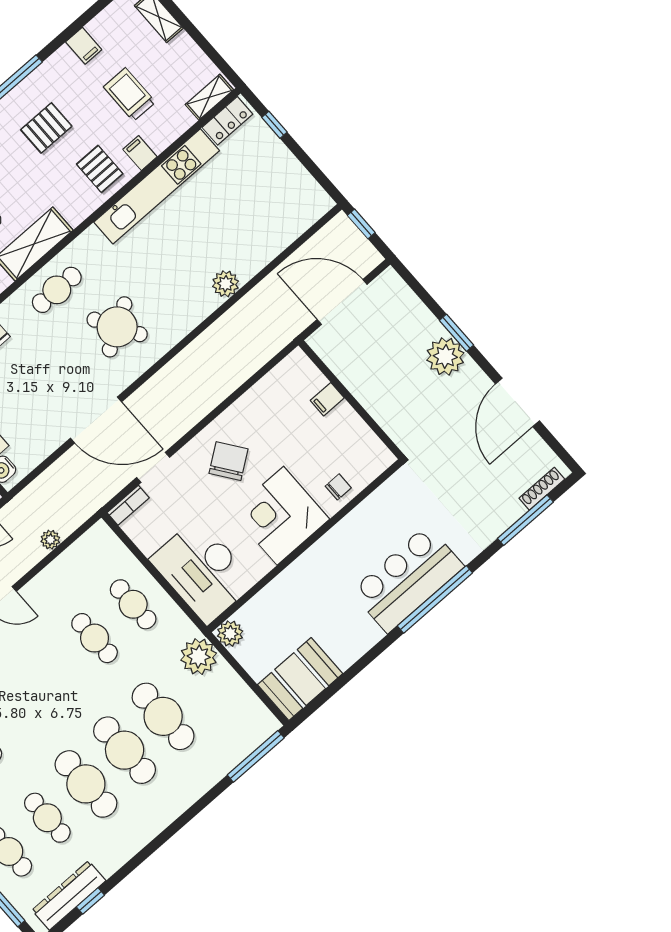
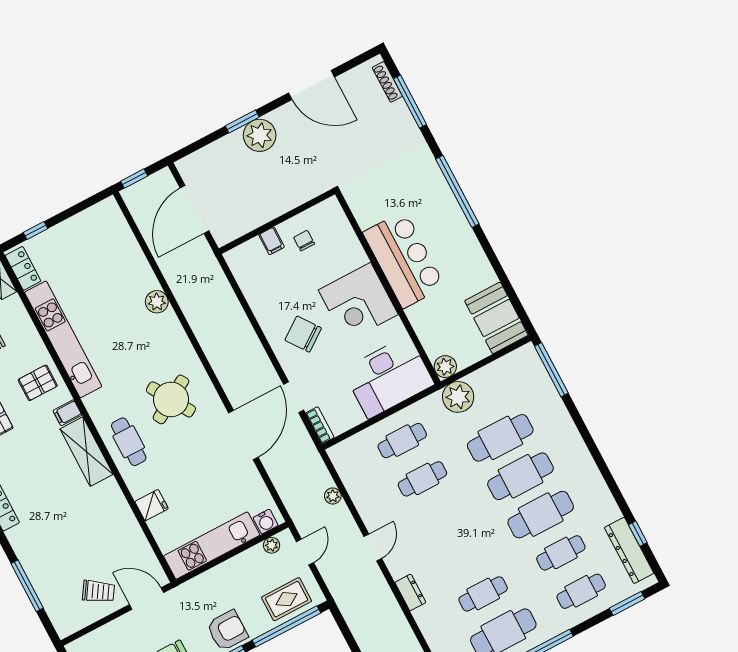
filing cabinet: (140, 153) -> (67, 413), moved
chair: (338, 487) -> (304, 241), moved
bar counter: (407, 579) -> (404, 260), moved, turned 180

